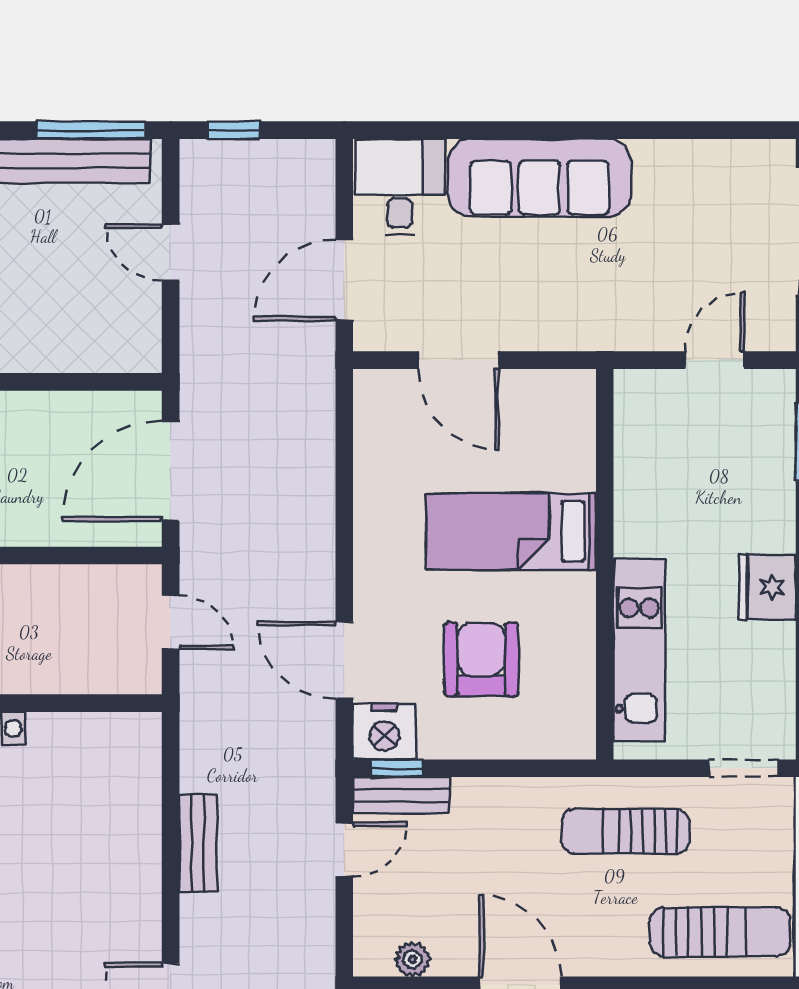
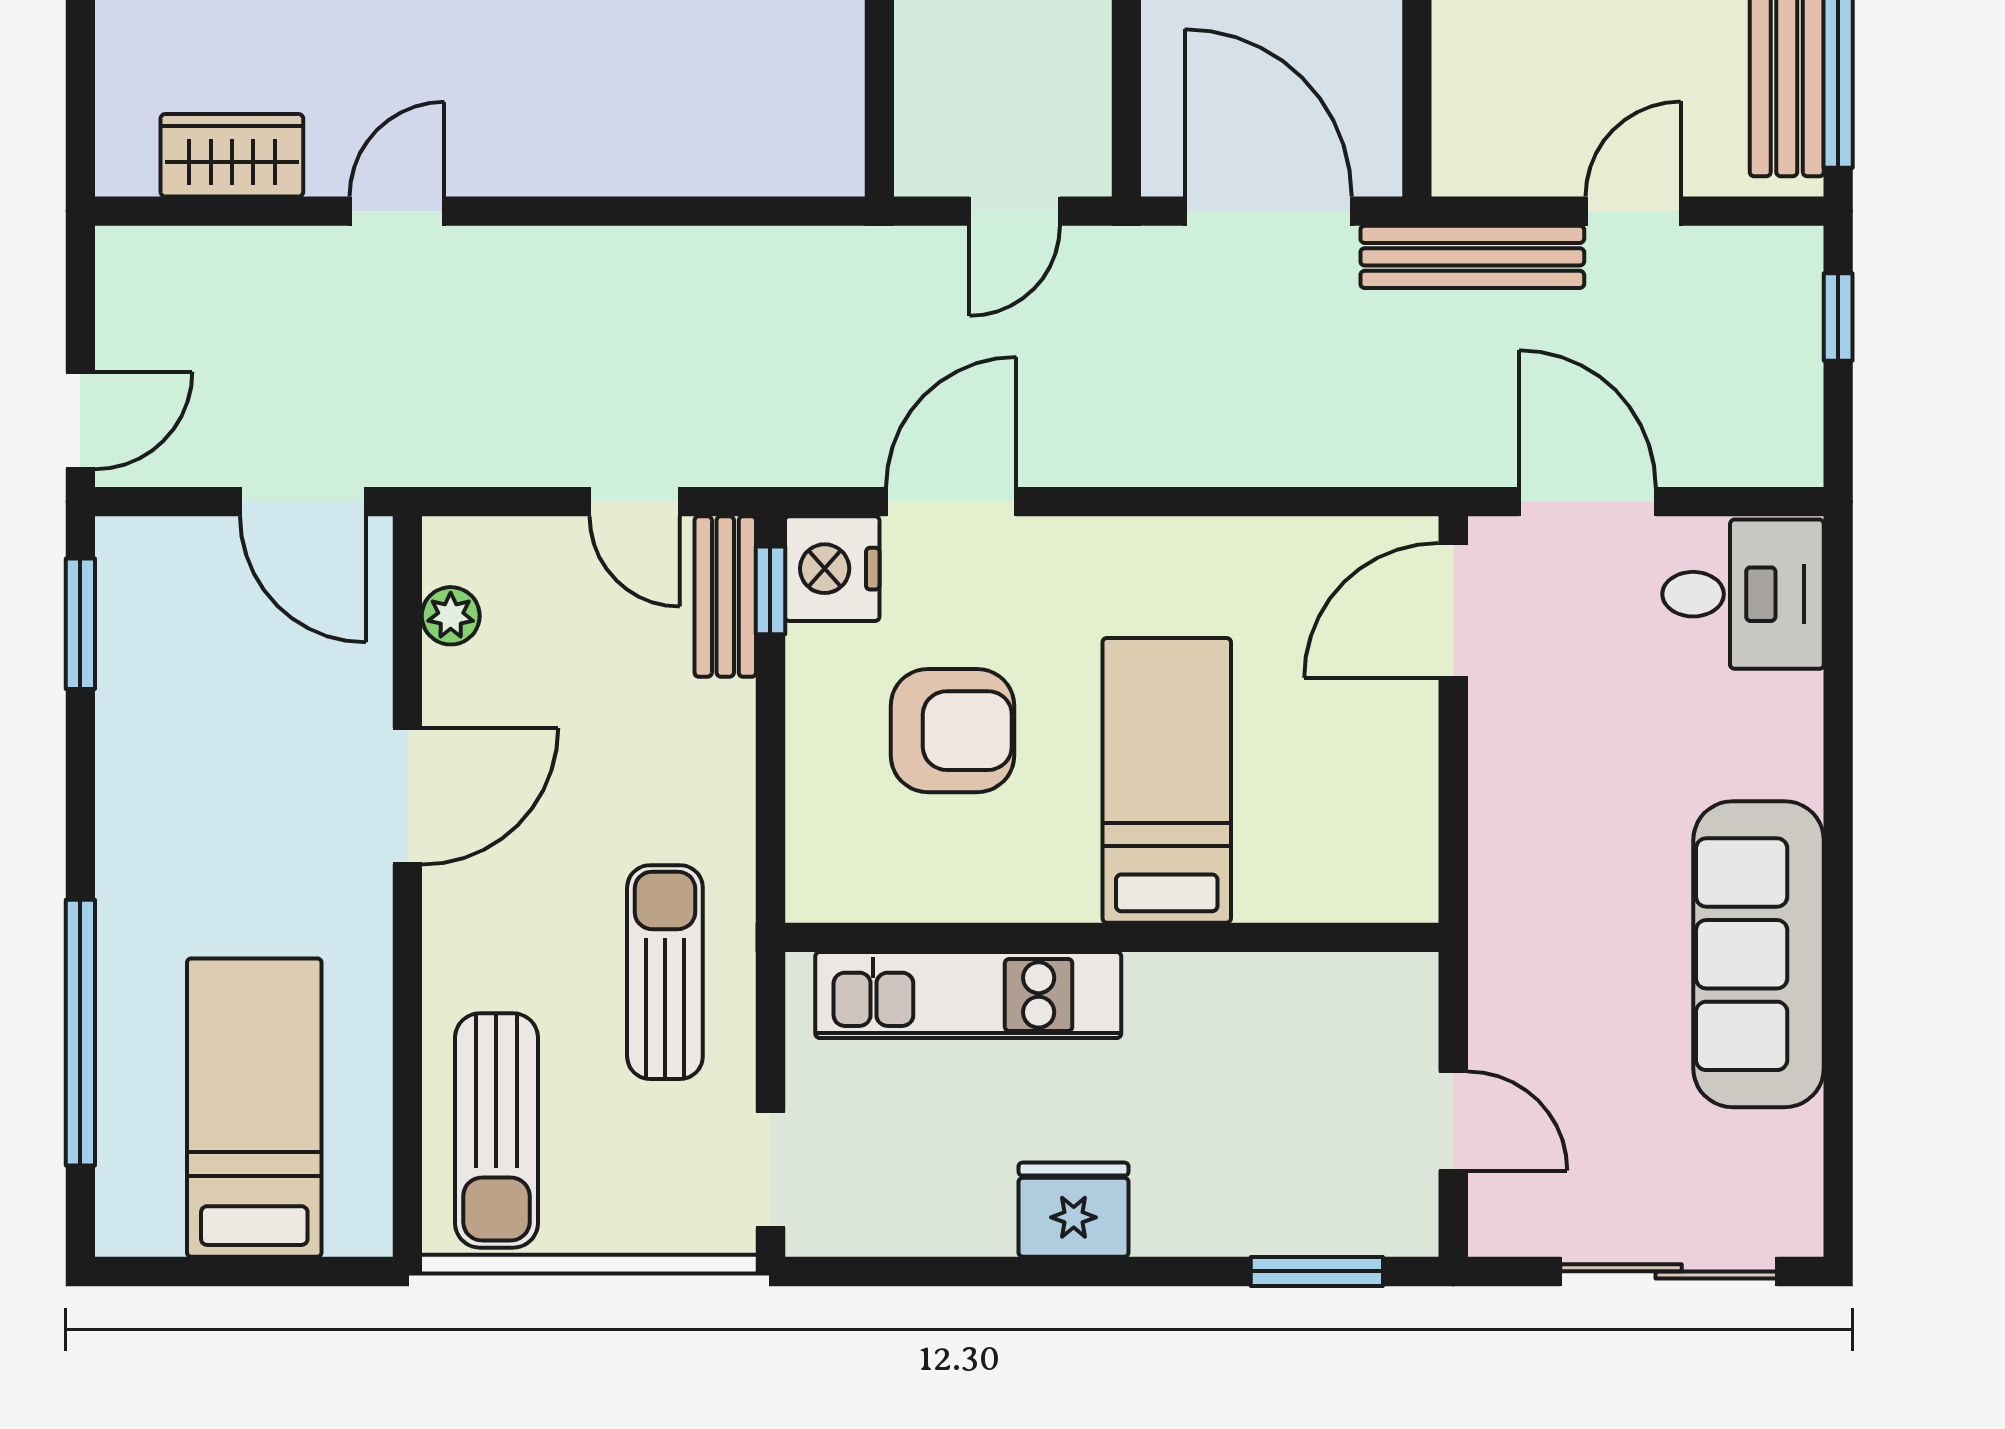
sofa: (539, 178) -> (1759, 954), moved
door: (459, 360) -> (1453, 611), moved
bench: (198, 843) -> (1472, 257), moved, width x1.36

